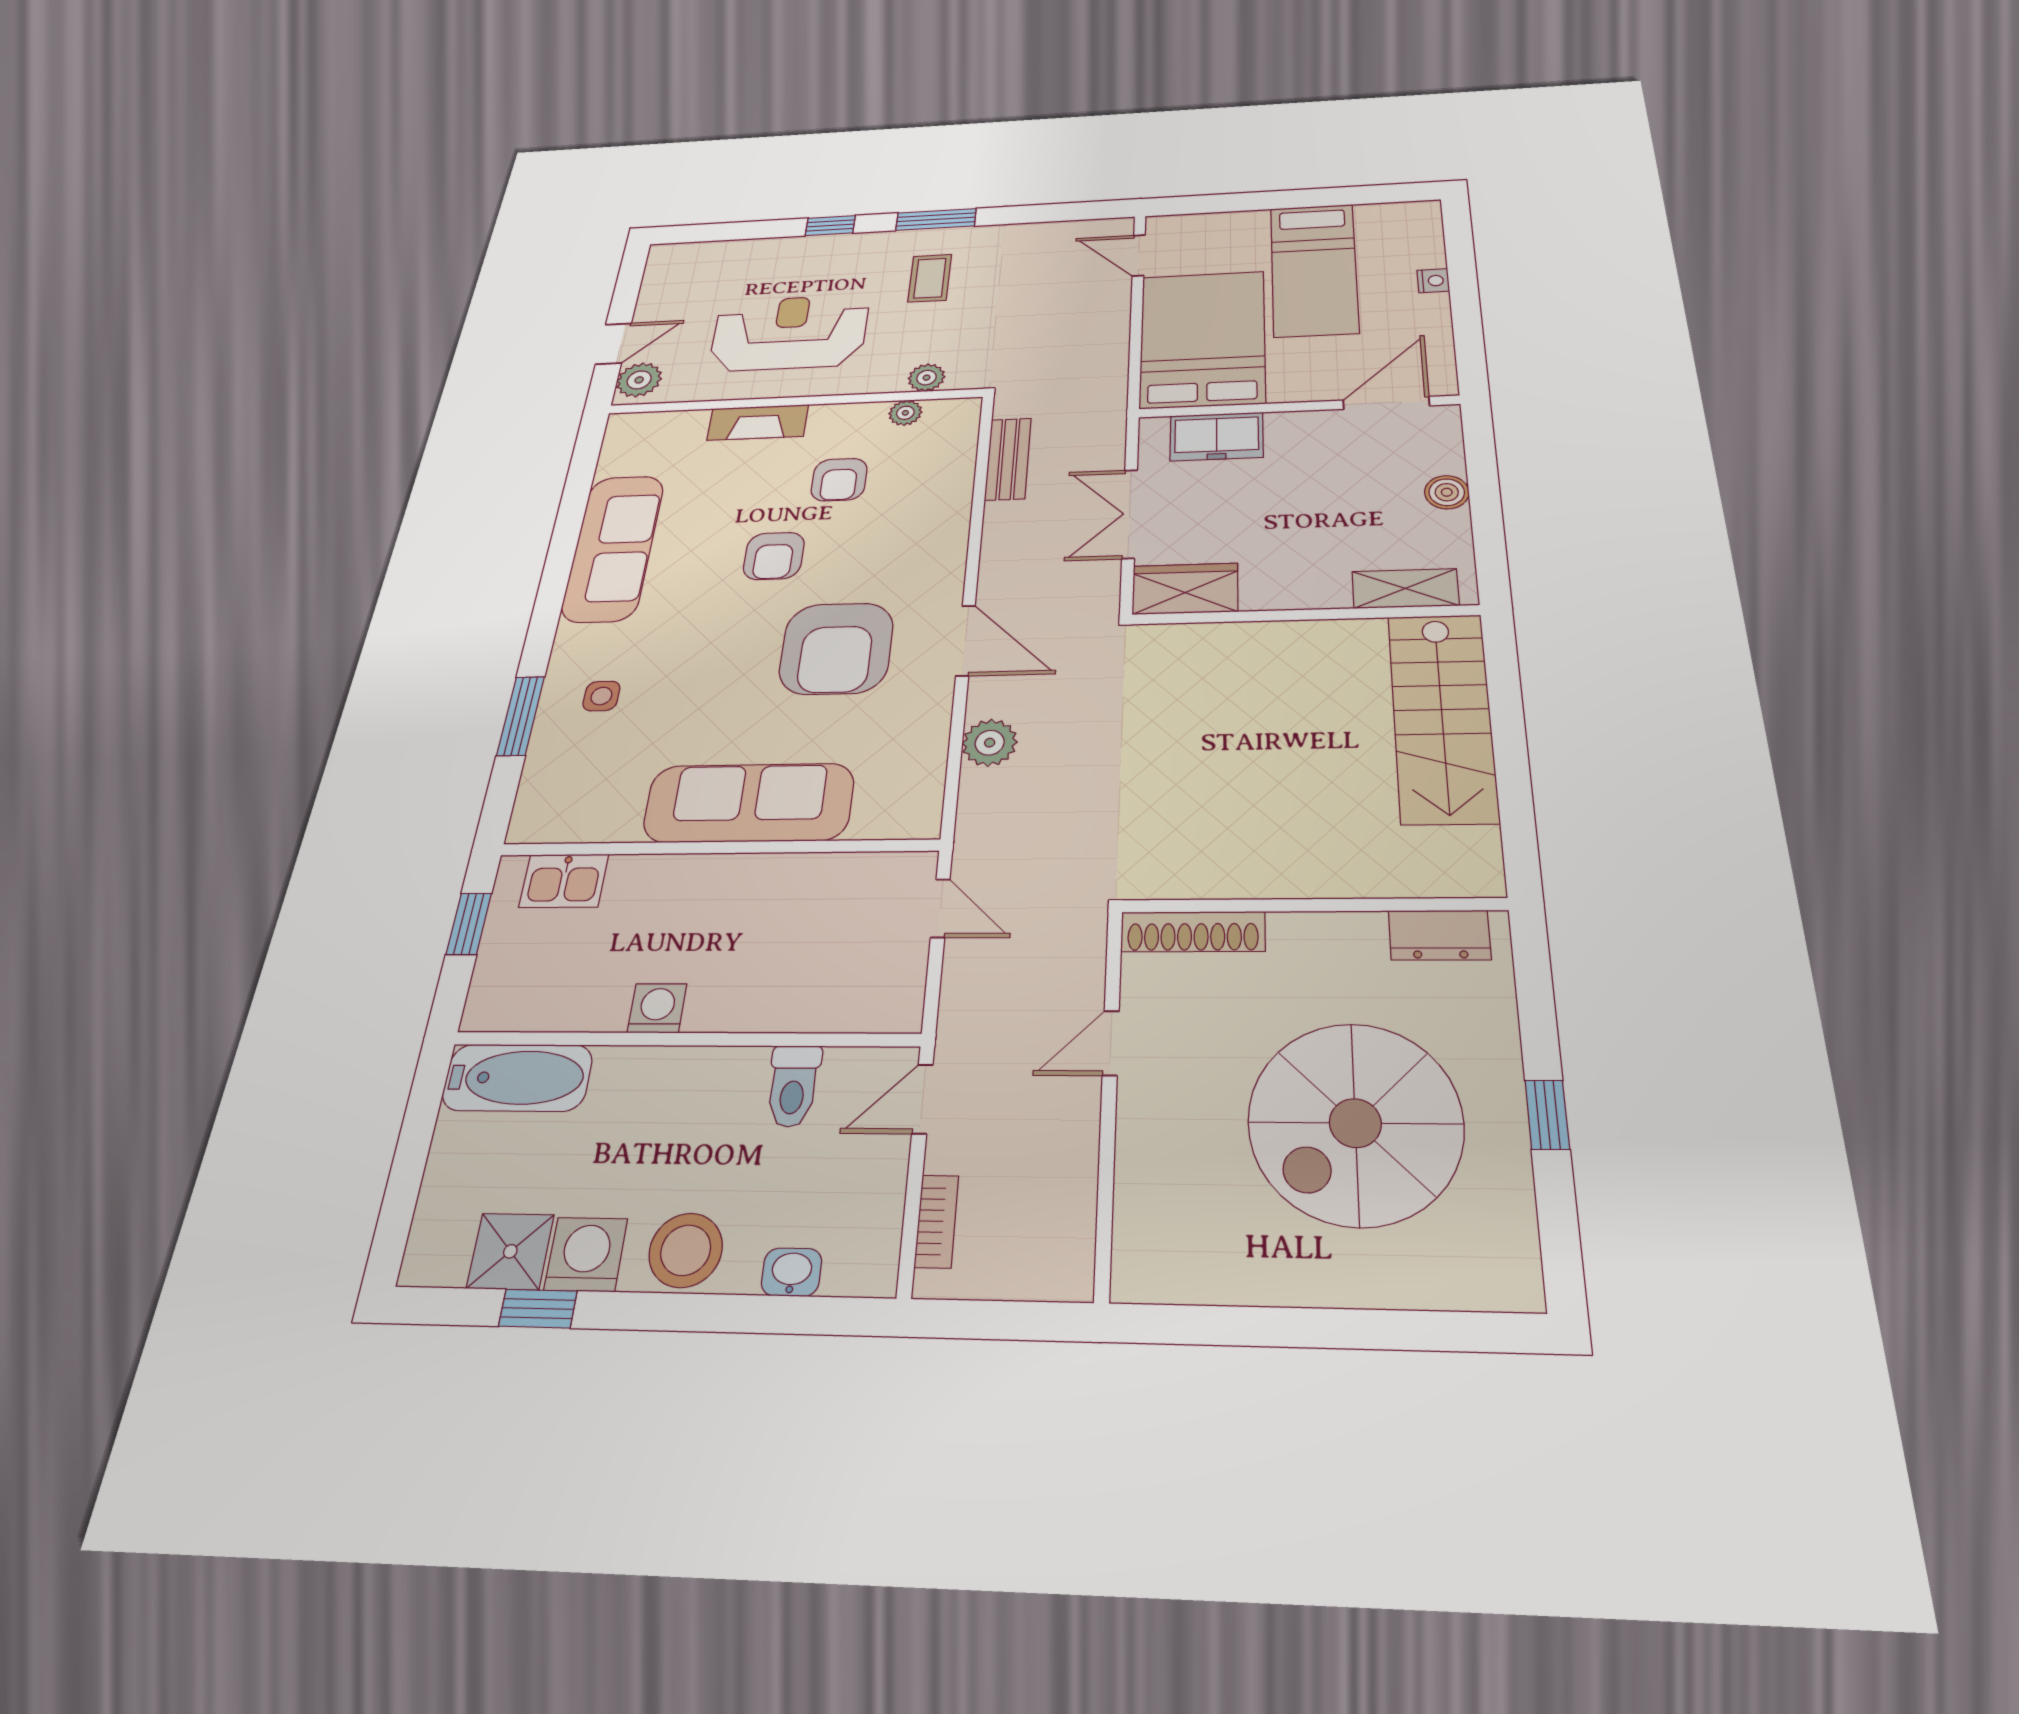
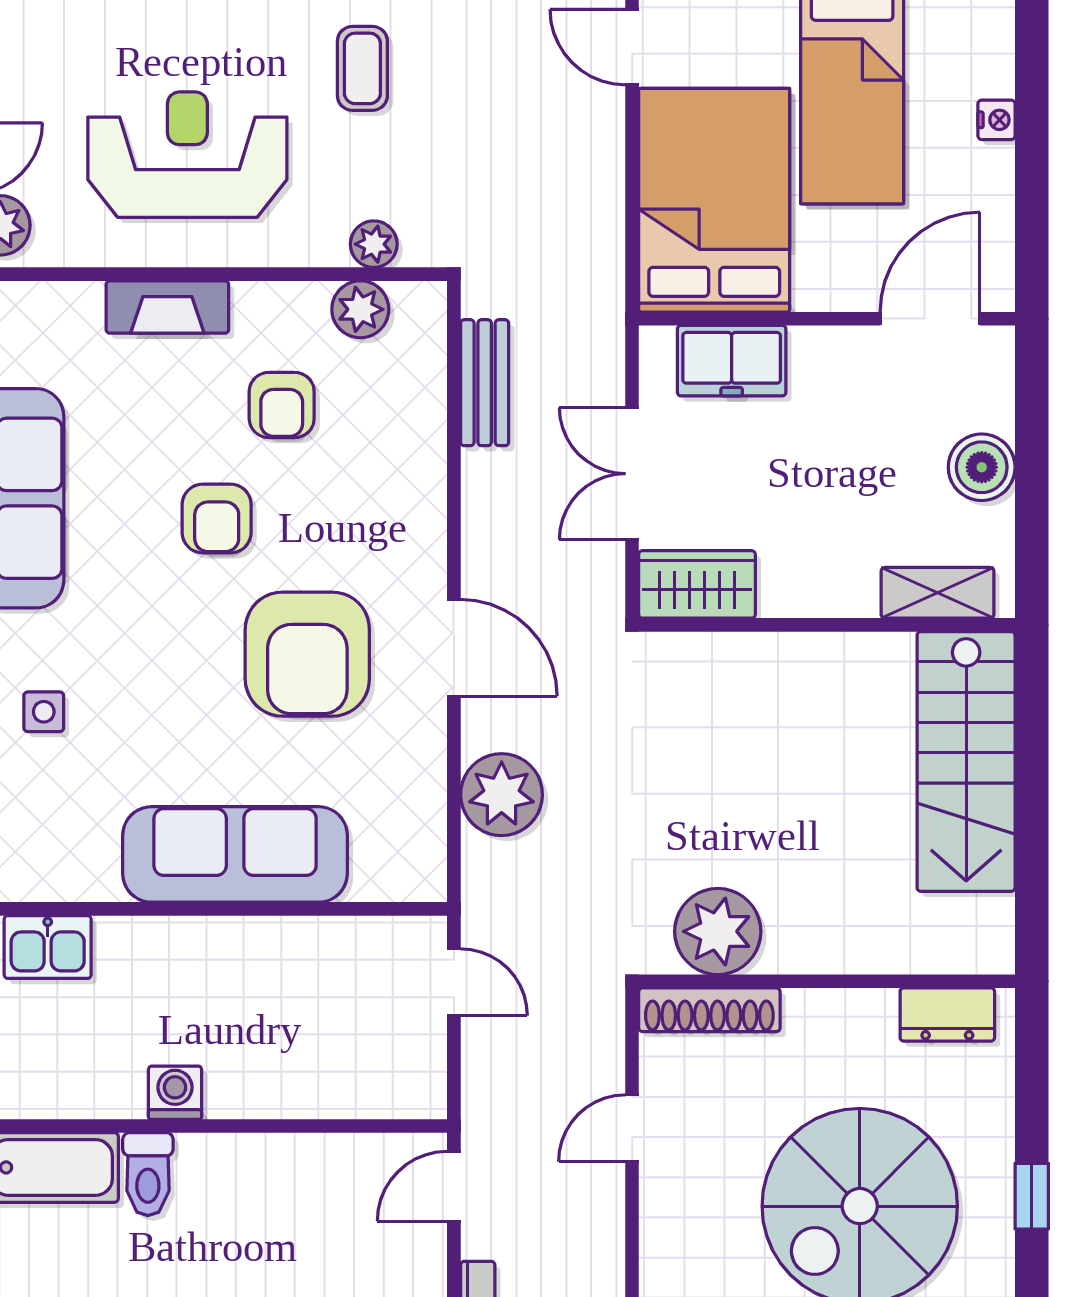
plant: (905, 413) -> (360, 309), width x1.38, depth x1.38
boiler: (1447, 492) -> (982, 467), width x1.36, depth x1.36
plant: (990, 743) -> (502, 795), width x1.36, depth x1.36
plant: (1202, 862) -> (718, 931), added
toilet: (793, 1086) -> (148, 1174), moved

